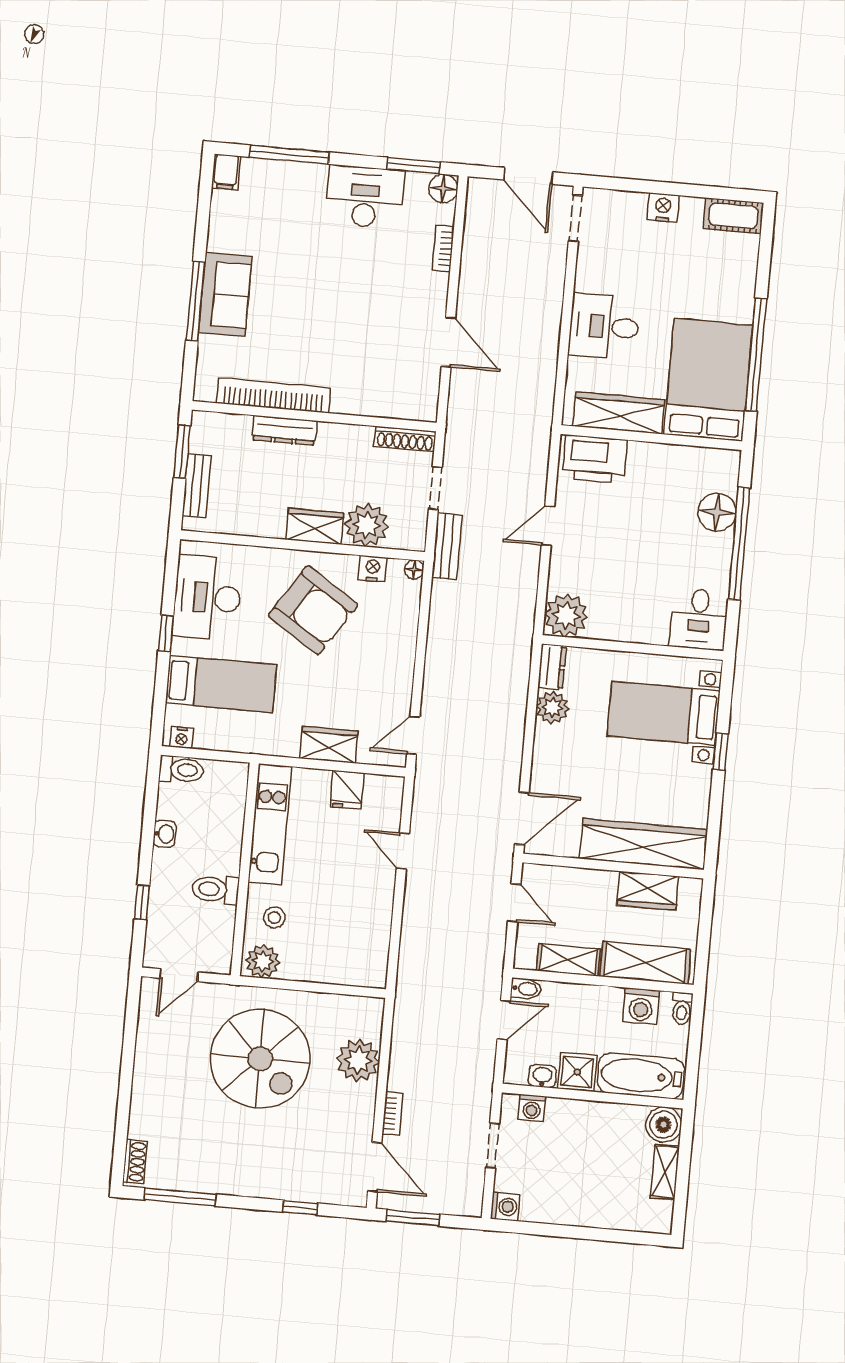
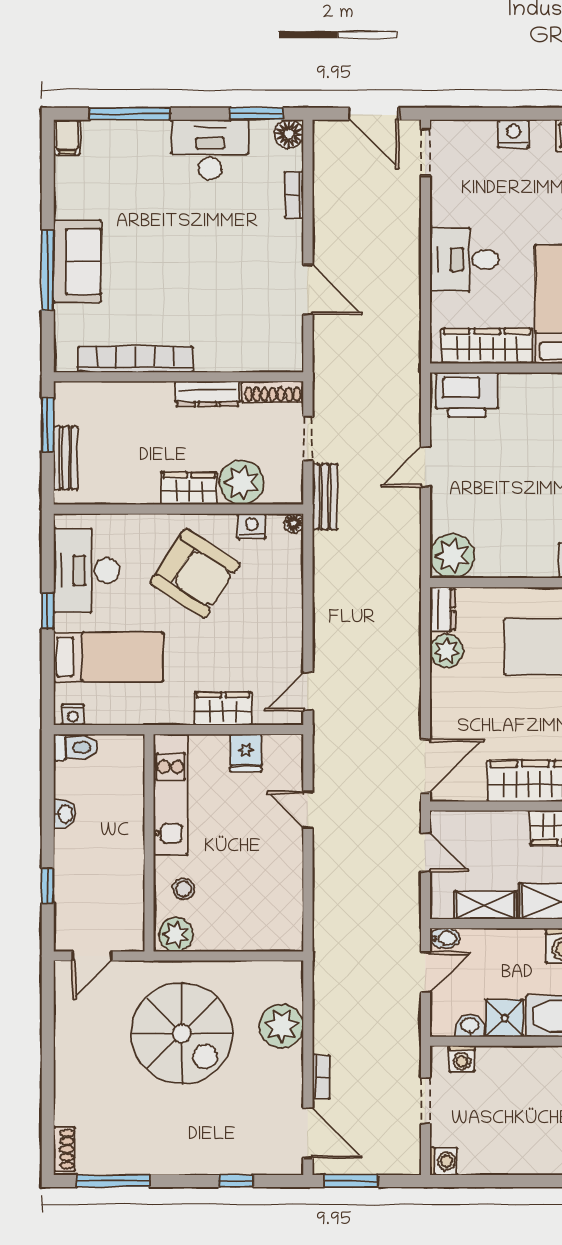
dresser: (284, 430) -> (207, 394), moved
toilet: (215, 889) -> (121, 866), removed

